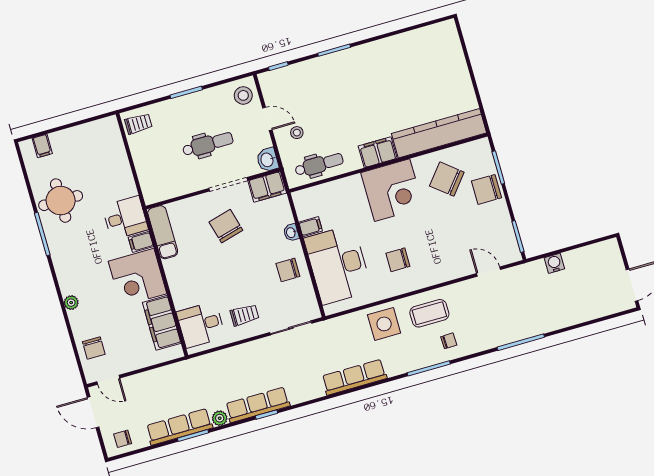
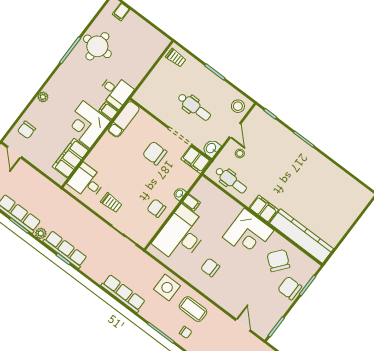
chair: (226, 226) -> (155, 153), turned -75

